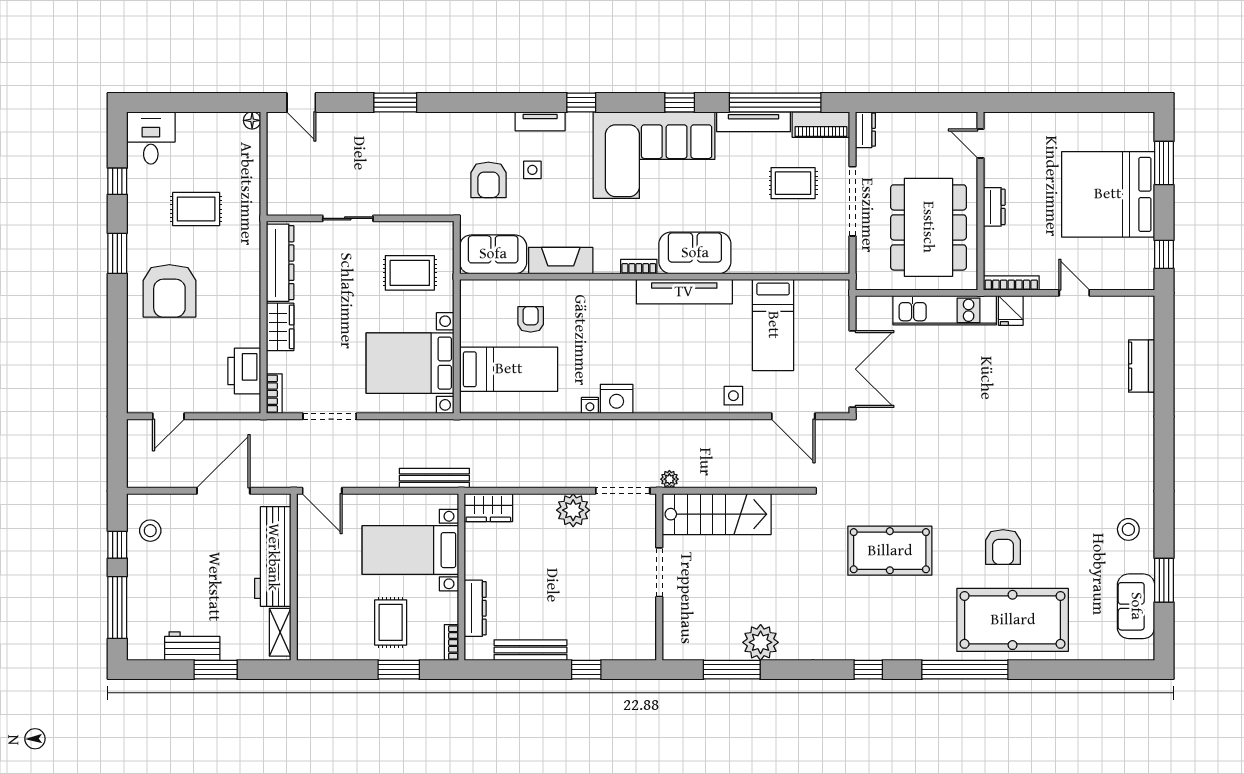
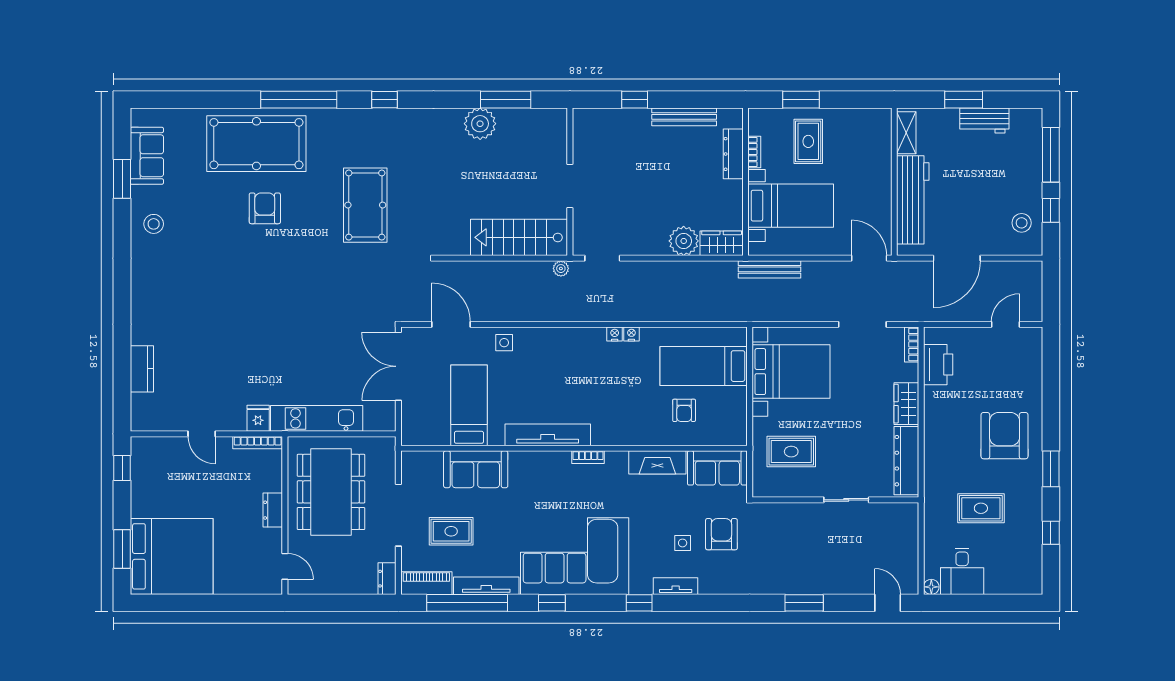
desk: (151, 138) -> (962, 571), moved
bed: (1108, 194) -> (172, 556), moved
sofa: (695, 253) -> (476, 469), moved
nightstand: (617, 399) -> (615, 334), width x0.53, depth x0.56
doorway: (623, 491) -> (602, 258), width x0.73
plant: (573, 510) -> (684, 241), moved
pool table: (890, 551) -> (365, 205), turned 90
bookcase: (451, 642) -> (754, 152), moved

